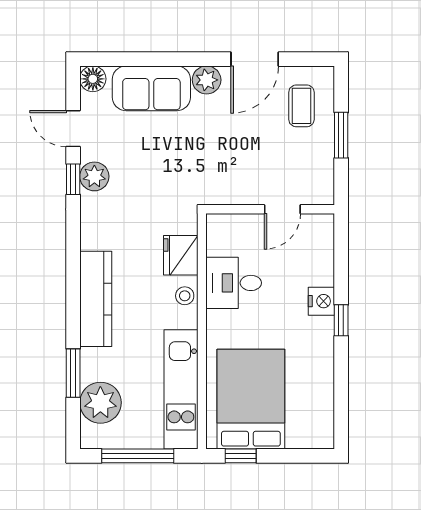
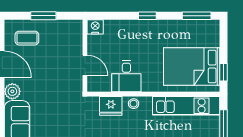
door: (282, 209) -> (85, 65), moved
nightstand: (321, 301) -> (95, 27), moved
window: (341, 408) -> (197, 16), added

